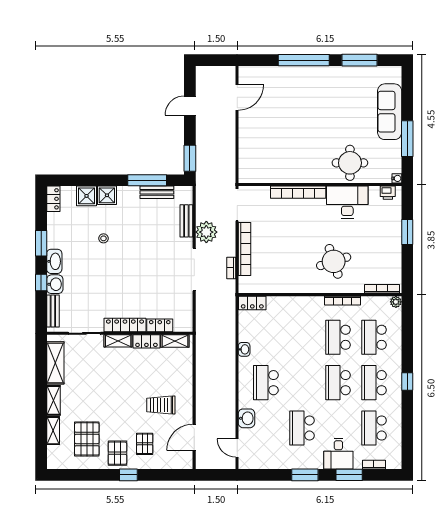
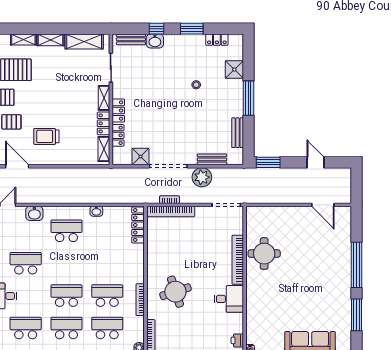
round table: (350, 163) -> (264, 254), moved
window: (147, 180) -> (248, 98), moved
shower: (107, 195) -> (141, 157), moved
locker: (53, 199) -> (217, 40), moved
desk: (347, 202) -> (229, 299), width x0.73
bookcase: (244, 249) -> (171, 212), moved
washbasin: (54, 261) -> (176, 41), removed
locker: (252, 303) -> (138, 225), width x1.53
locker: (125, 325) -> (118, 111), width x0.66
trolley: (161, 405) -> (46, 136), turned -90

